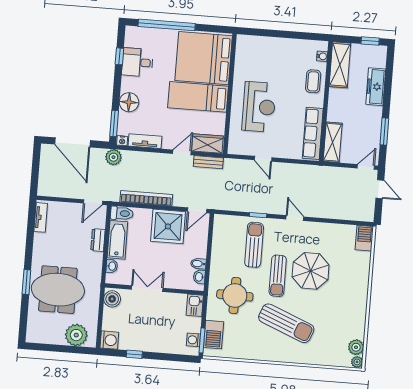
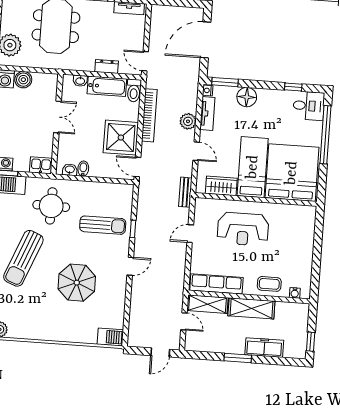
desk: (137, 62) -> (309, 106), moved, turned 90
shelving: (340, 65) -> (251, 308), moved
window: (384, 131) -> (238, 358), moved
wardrobe: (207, 143) -> (221, 186), moved, turned -90
plant: (113, 157) -> (188, 121), moved
bench: (208, 162) -> (185, 192), moved
door: (366, 167) -> (184, 321), moved
sun lounger: (278, 276) -> (72, 249), removed
boiler: (112, 299) -> (23, 80), moved

